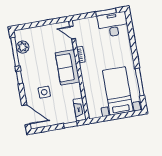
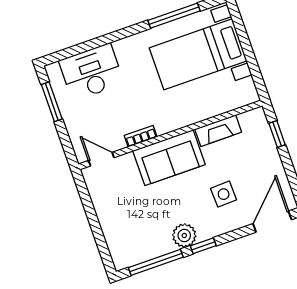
desk: (113, 25) -> (91, 72), moved, turned 90
door: (72, 33) -> (101, 159), swing flipped
plant: (23, 47) -> (184, 235), moved
fireplace: (80, 109) -> (218, 131), moved

